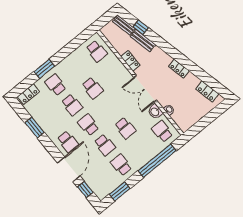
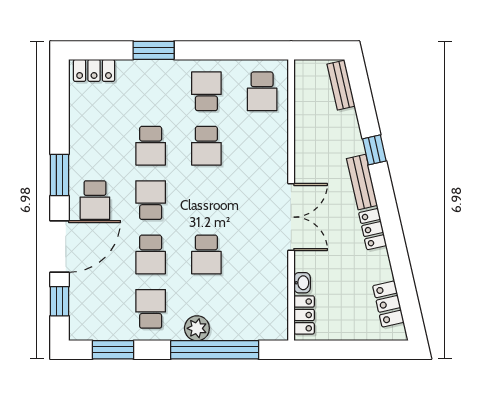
window: (141, 27) -> (374, 150), moved
bench: (143, 41) -> (362, 182), moved
locker: (130, 61) -> (304, 315), moved
school desk: (56, 85) -> (206, 91), moved
double door: (145, 89) -> (291, 217), swing flipped
washbasin: (155, 112) -> (277, 267), removed
window: (35, 128) -> (60, 175), moved
school desk: (162, 131) -> (262, 309), removed
plant: (144, 158) -> (197, 328), added

